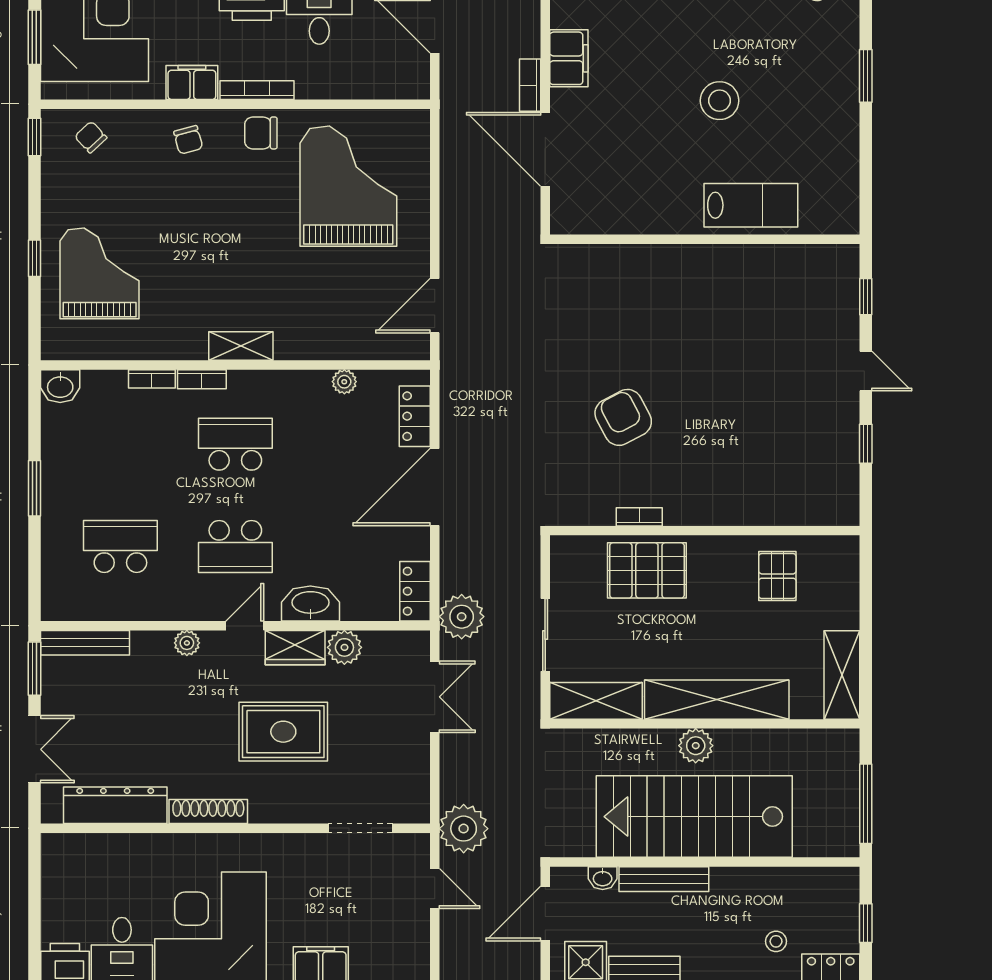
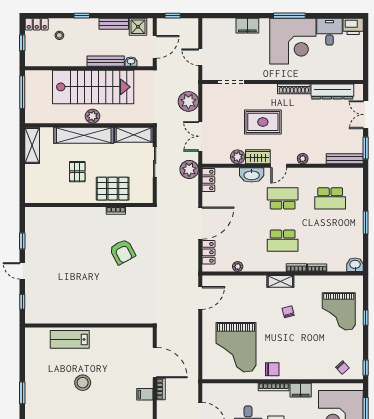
filing cabinet: (569, 58) -> (145, 394), width x0.50
chair: (188, 140) -> (288, 312), moved
pallet: (777, 576) -> (77, 172), moved
plant: (464, 829) -> (188, 101), moved

